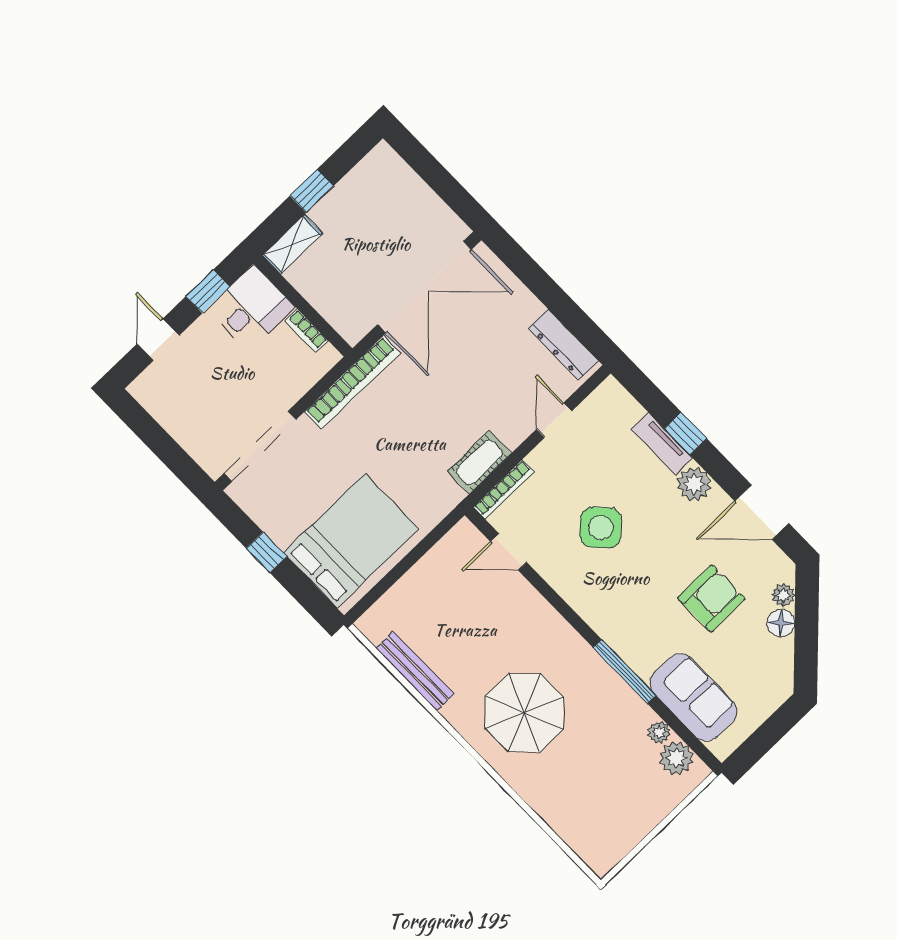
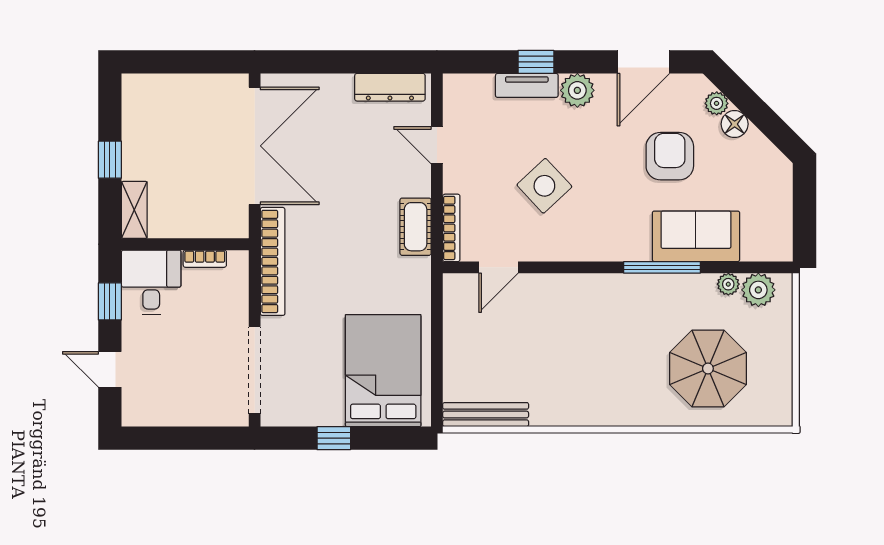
bench: (415, 671) -> (486, 415), moved
sofa: (694, 697) -> (696, 236), moved
parasol: (524, 713) -> (708, 369), moved

